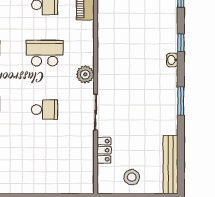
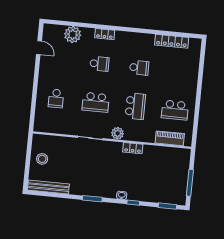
school desk: (45, 110) -> (96, 102), width x1.85
locker: (104, 150) -> (133, 148), moved
school desk: (45, 166) -> (56, 98), added

